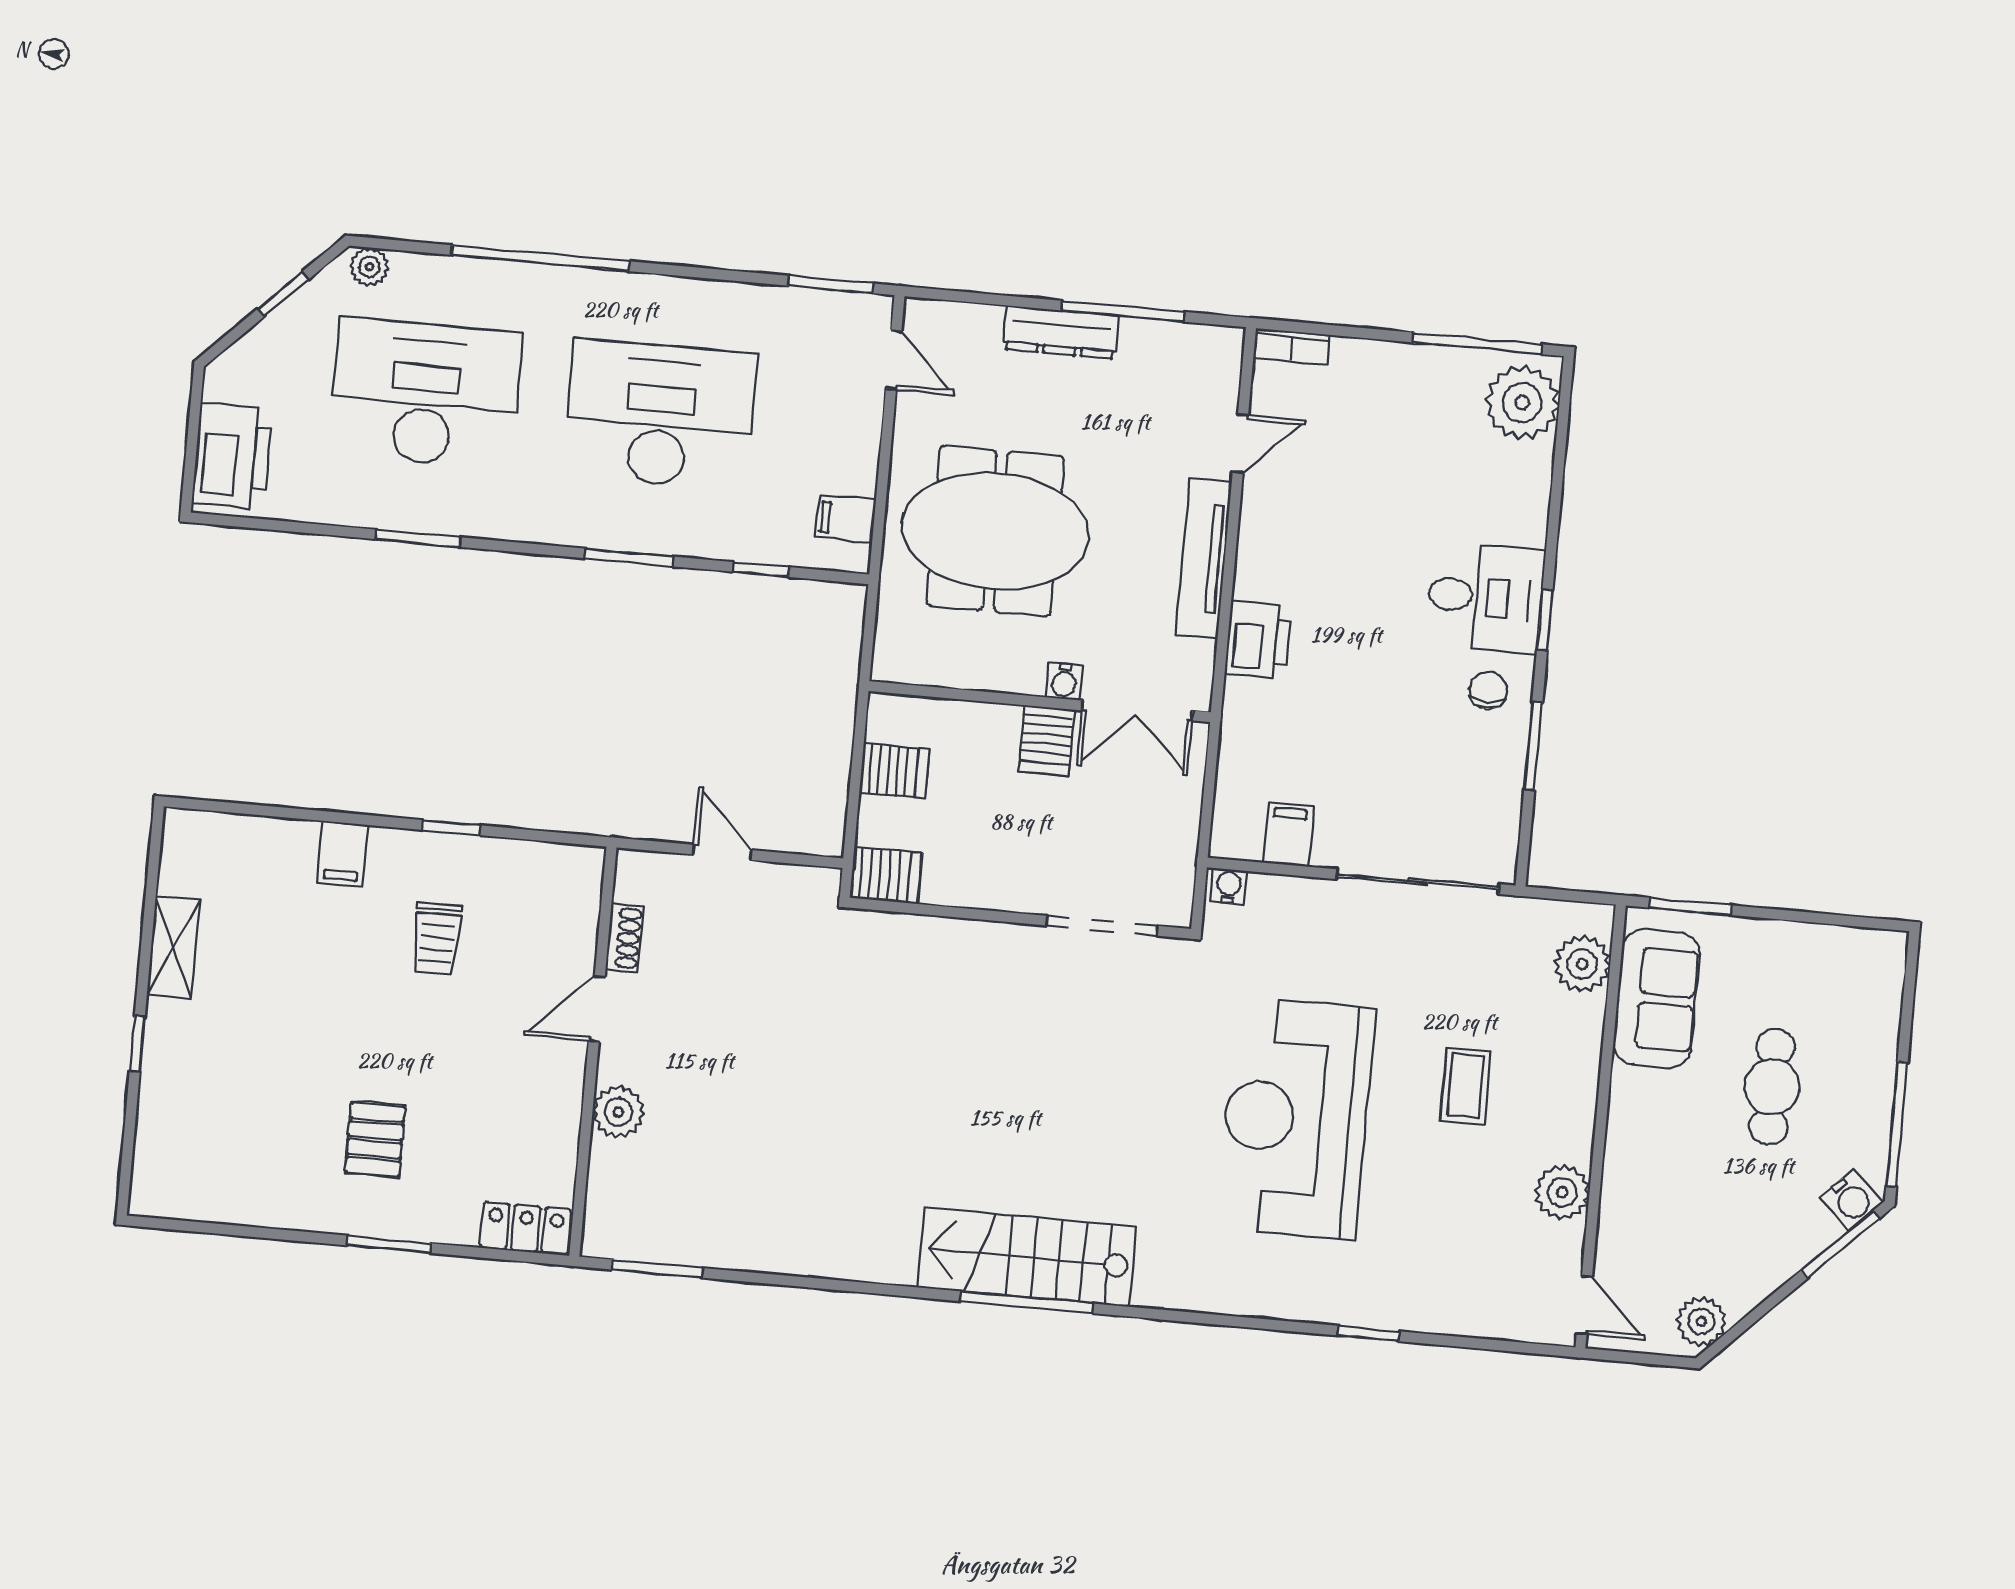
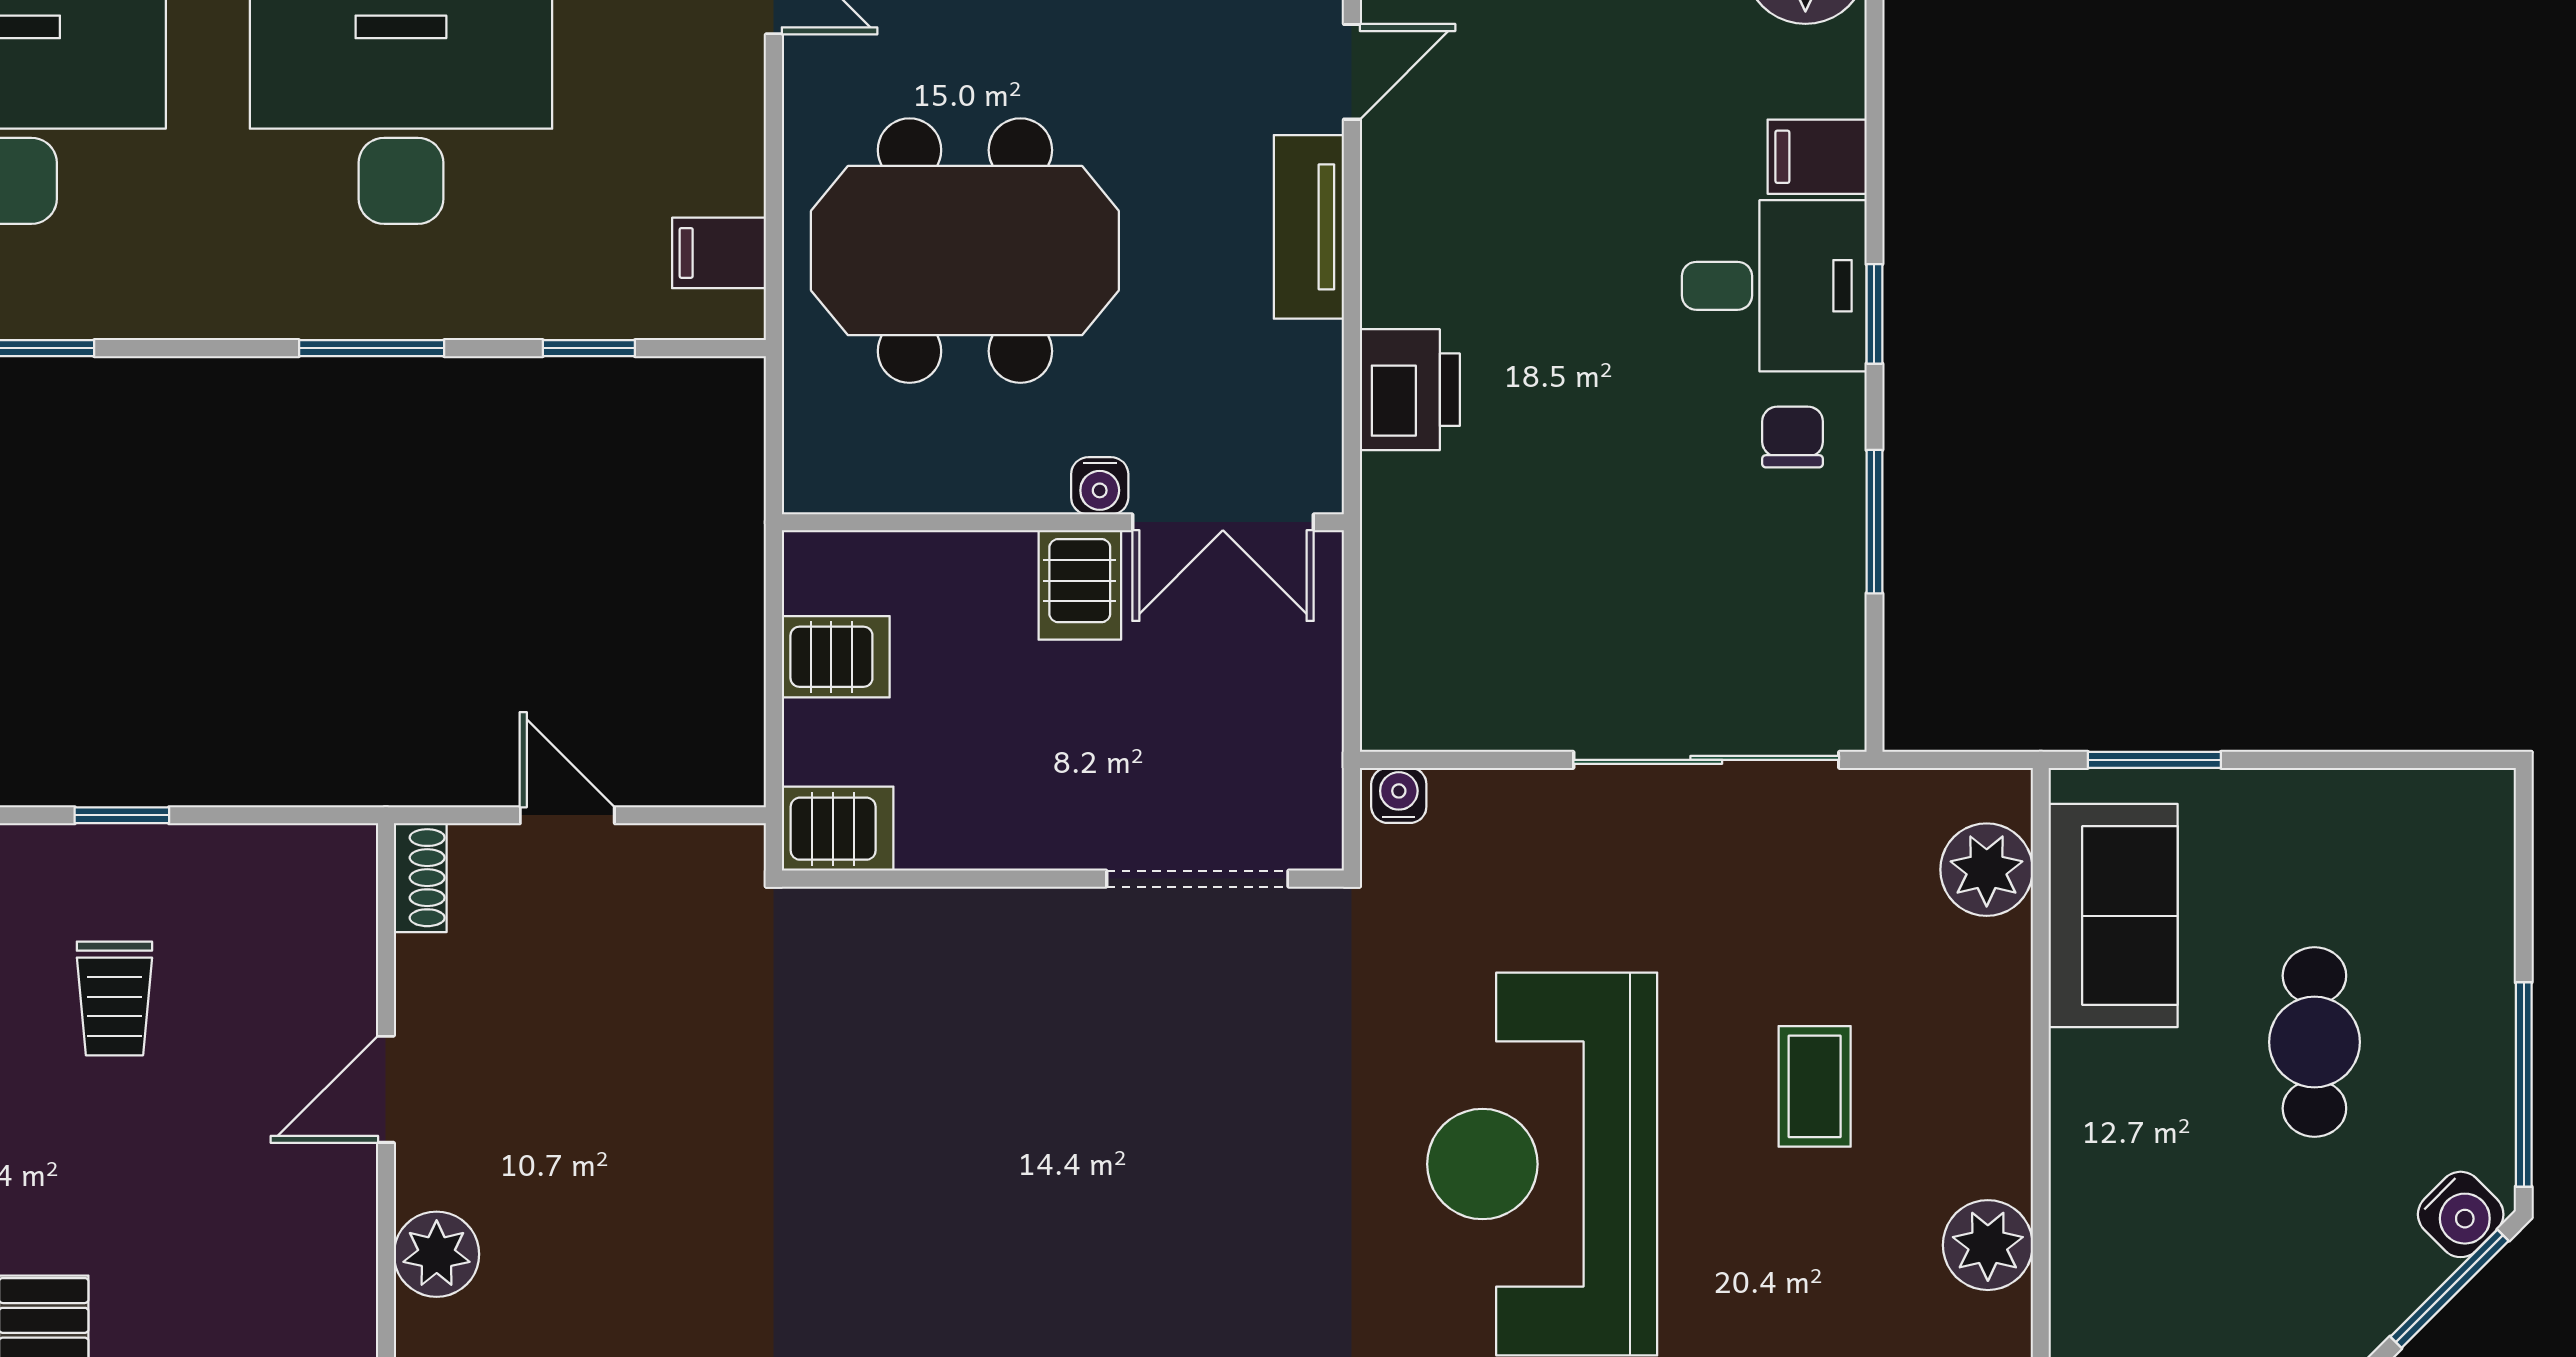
tv unit: (1204, 558) -> (1309, 227), width x0.71
filing cabinet: (1289, 835) -> (1817, 157), moved, turned -90
shoe rack: (624, 938) -> (420, 878), moved

